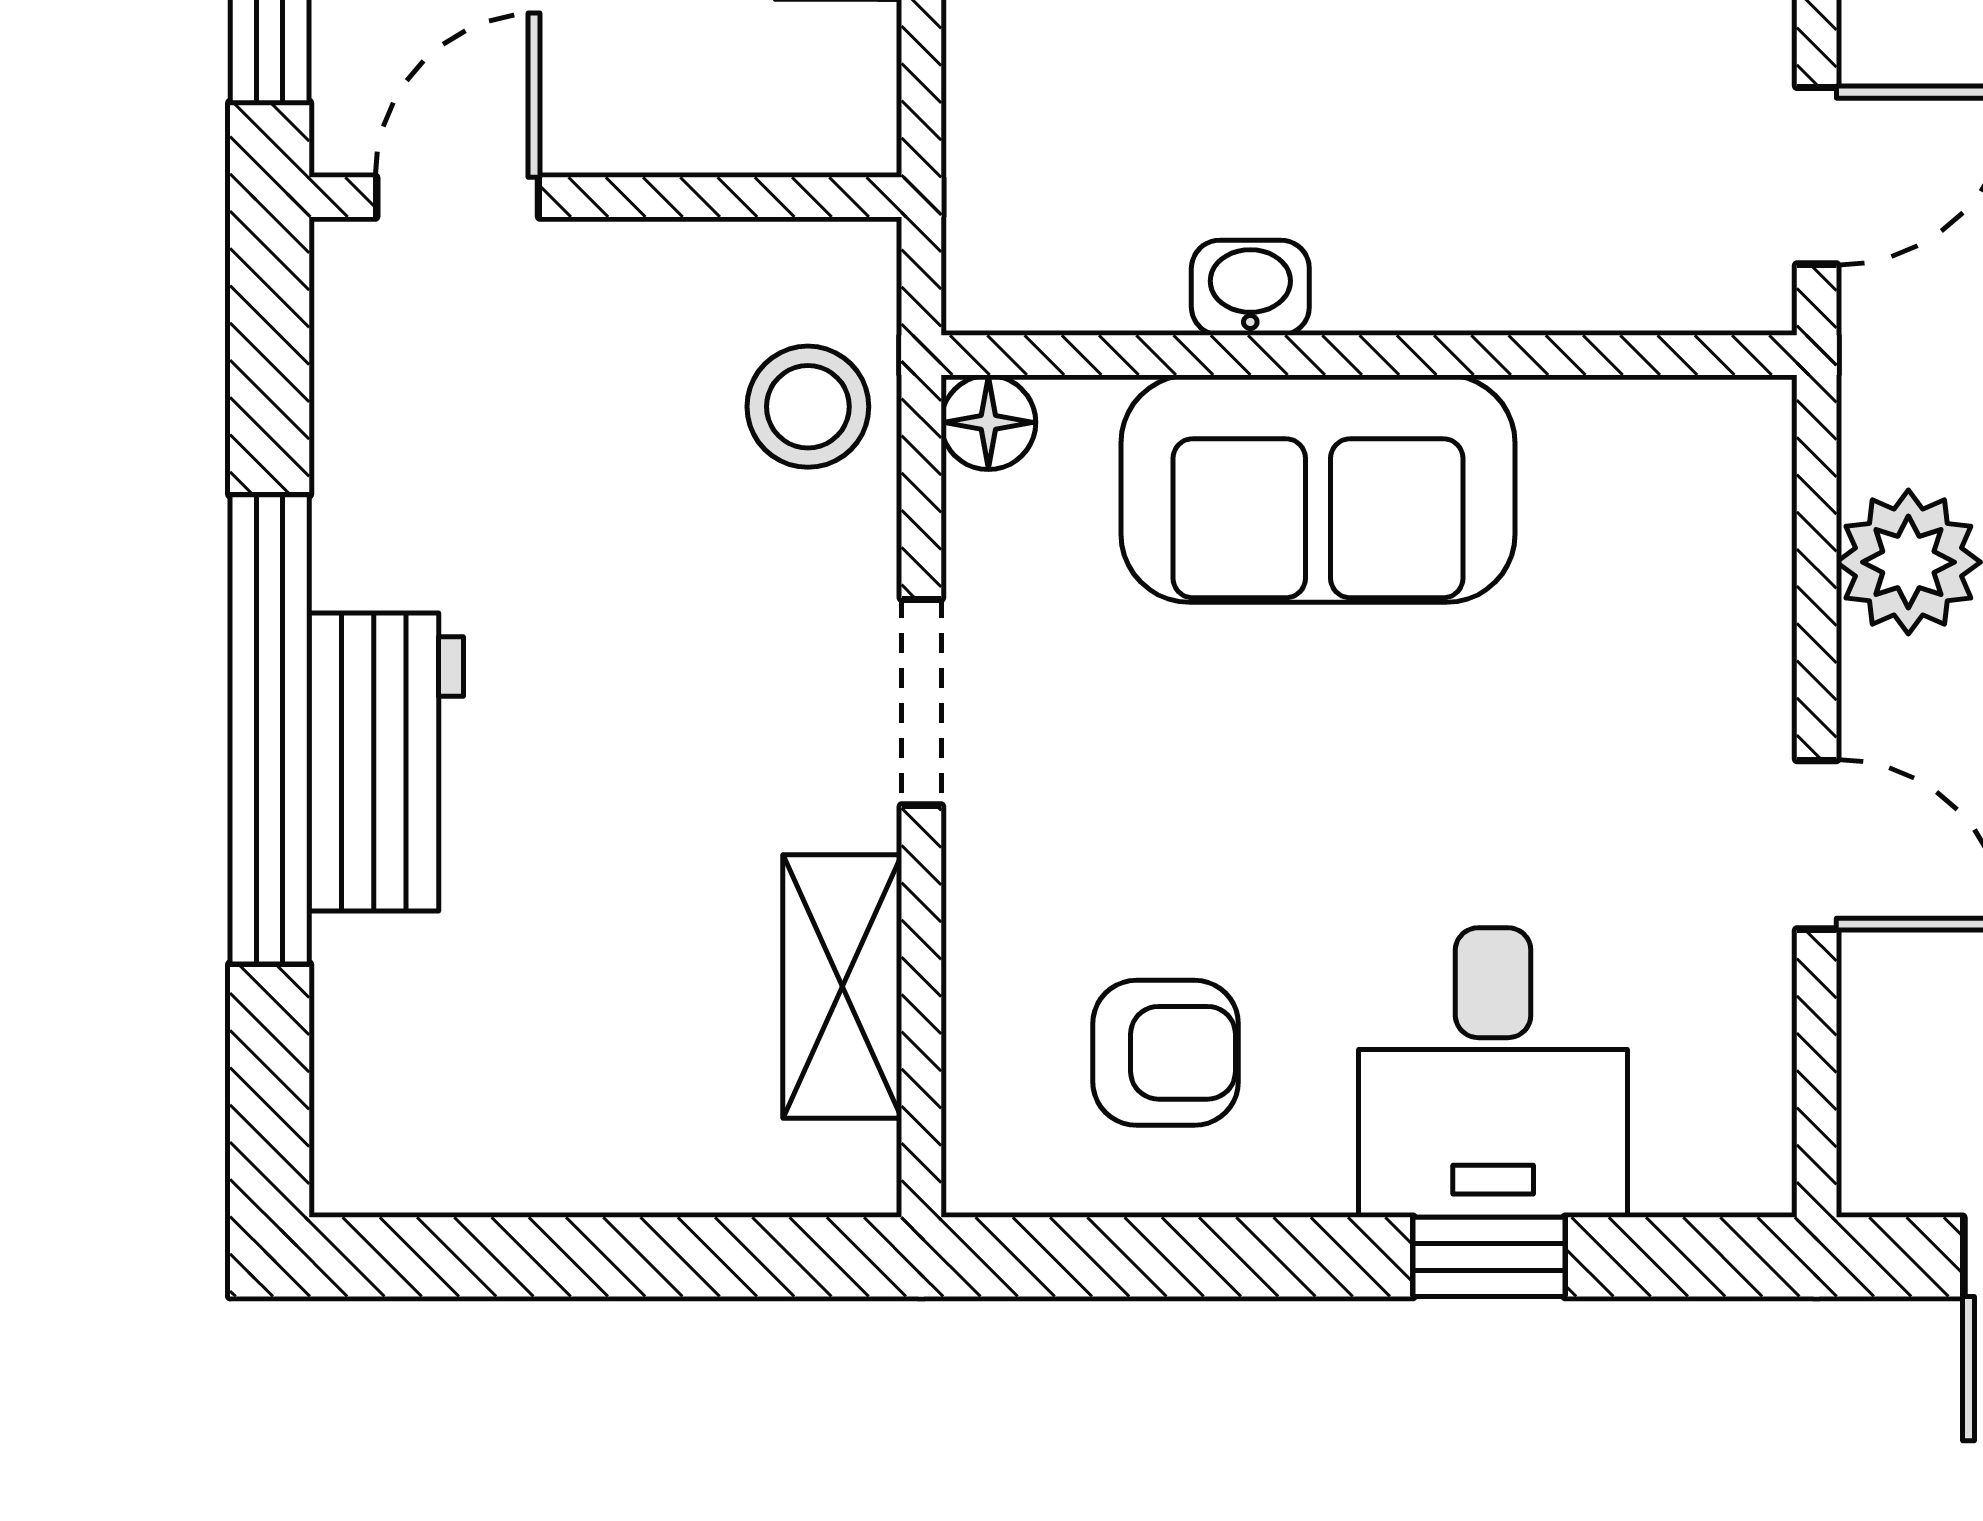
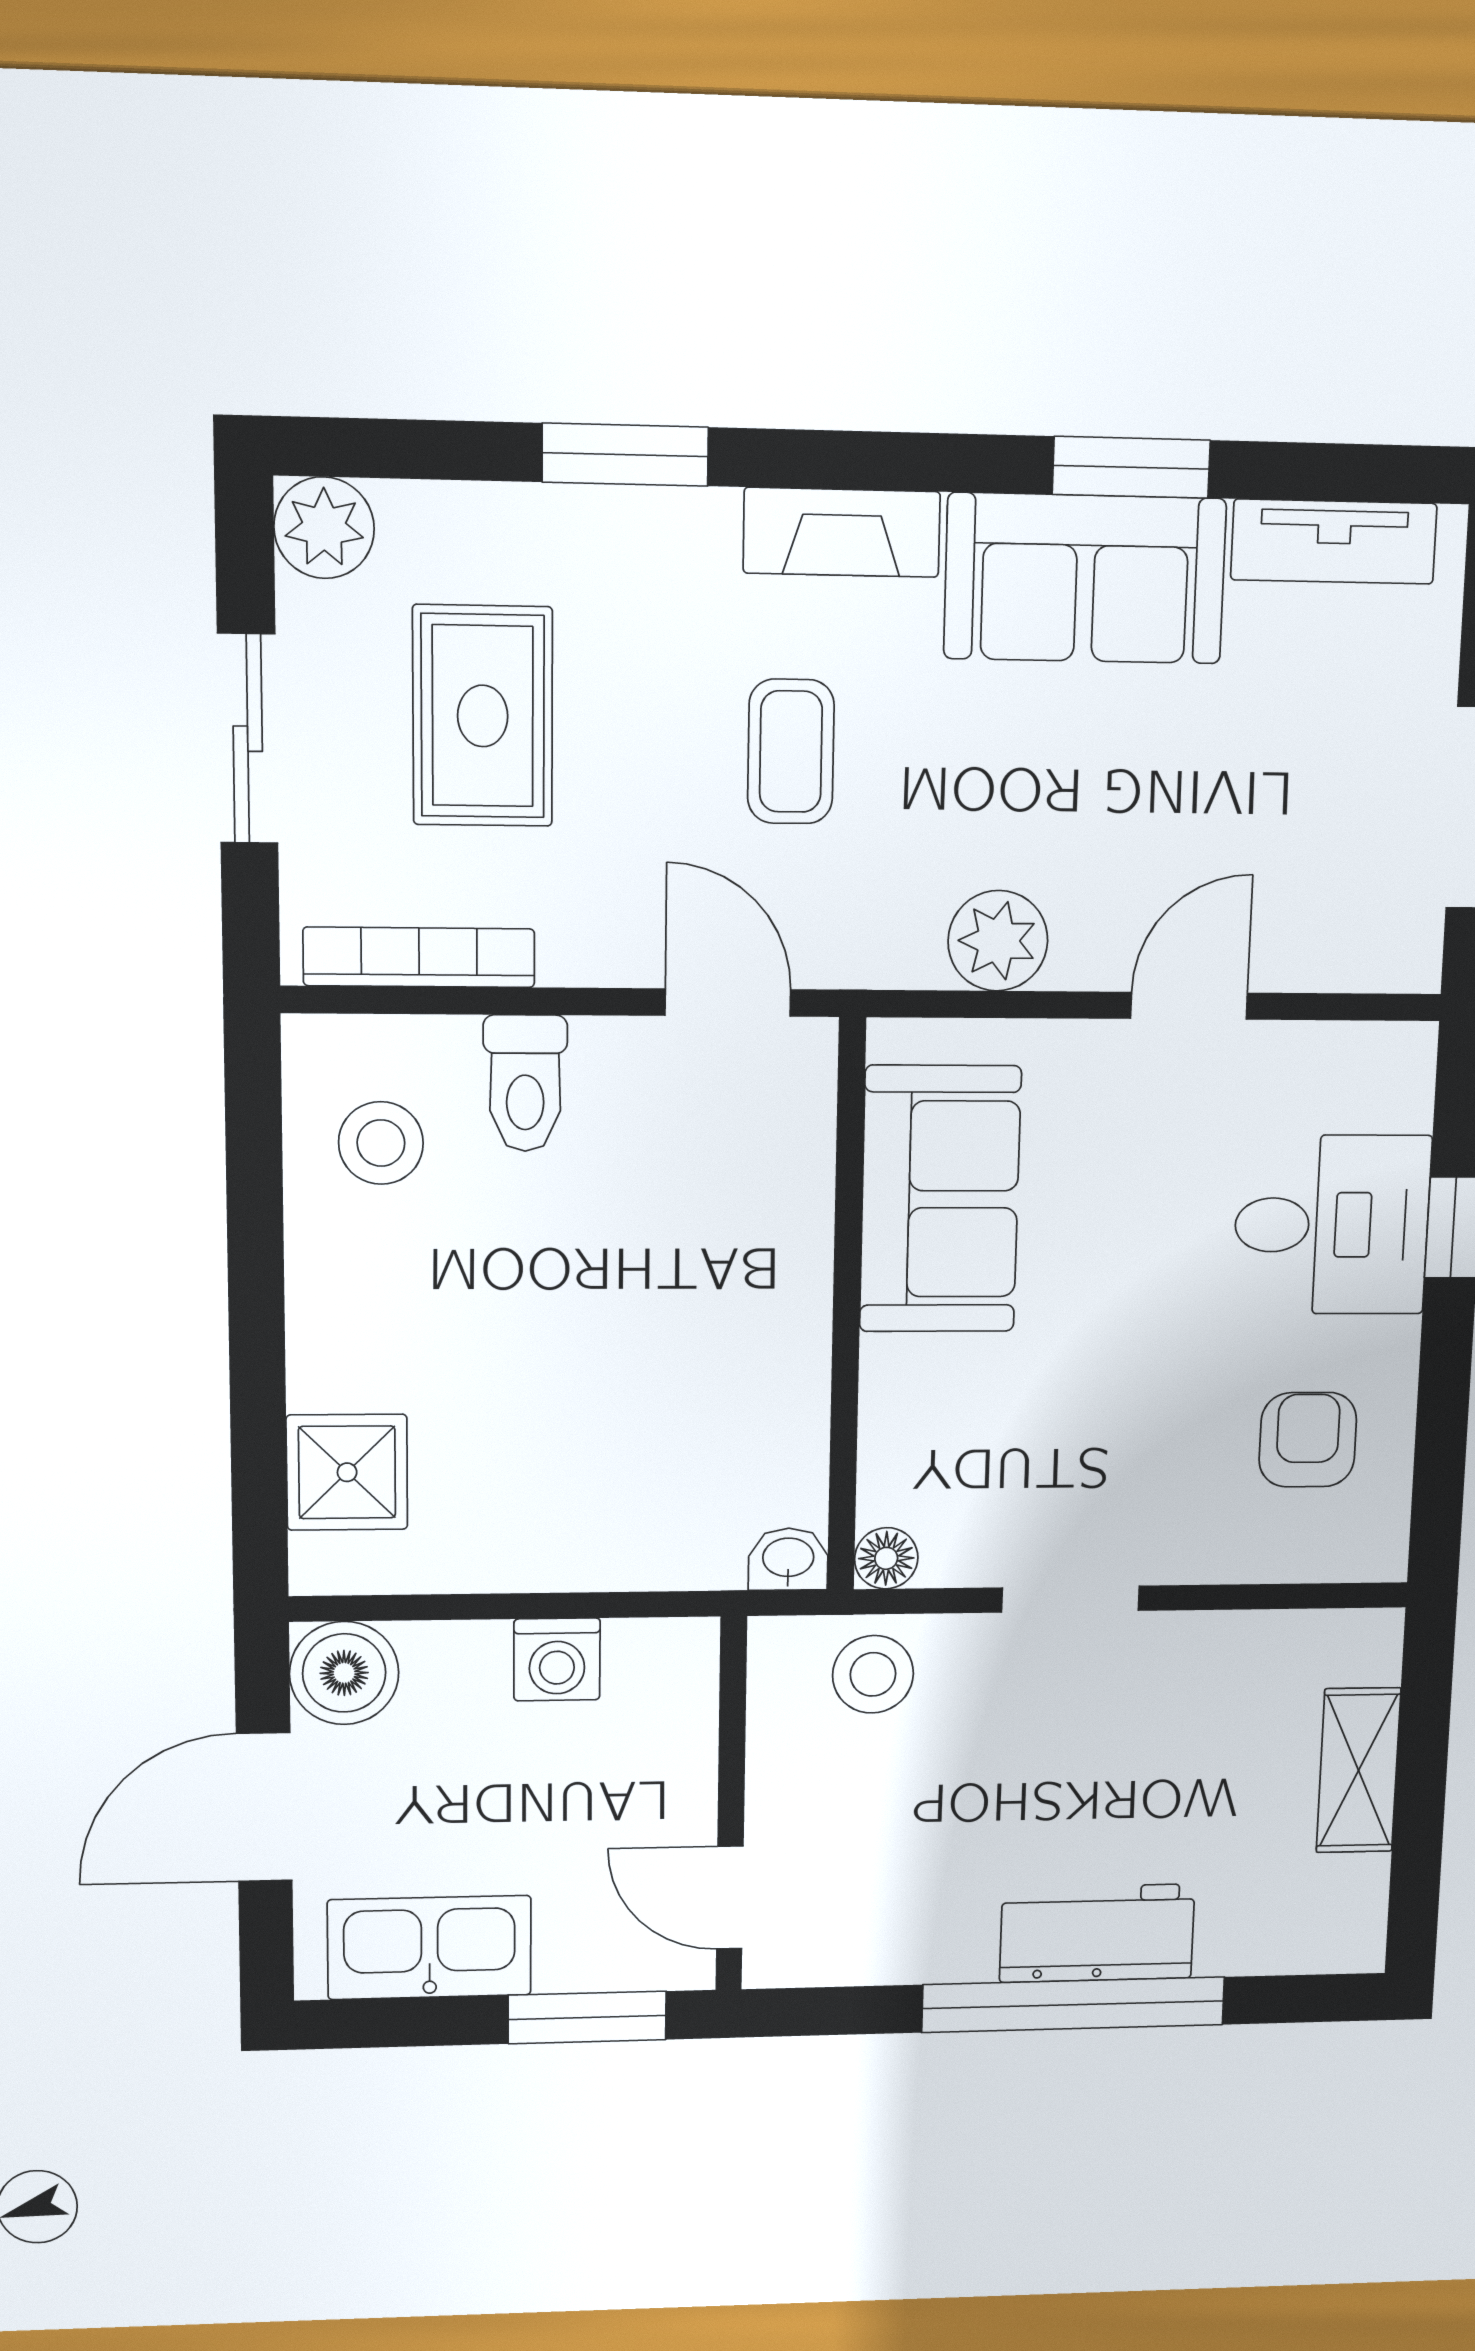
washbasin: (1250, 288) -> (788, 1559), moved, turned 90
sofa: (1318, 489) -> (940, 1199), moved
shelving: (842, 987) -> (1358, 1770), moved, turned 90

